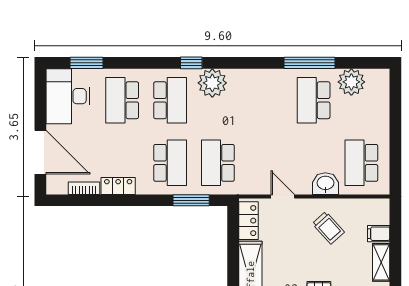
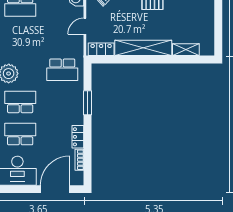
school desk: (122, 100) -> (20, 134), turned 180
school desk: (170, 163) -> (62, 102), removed
window: (191, 200) -> (87, 103), moved

